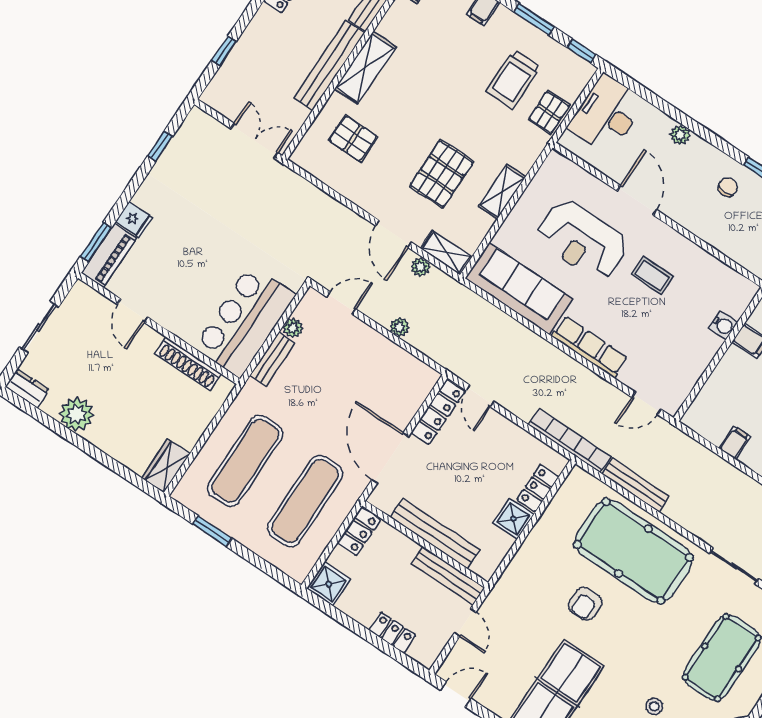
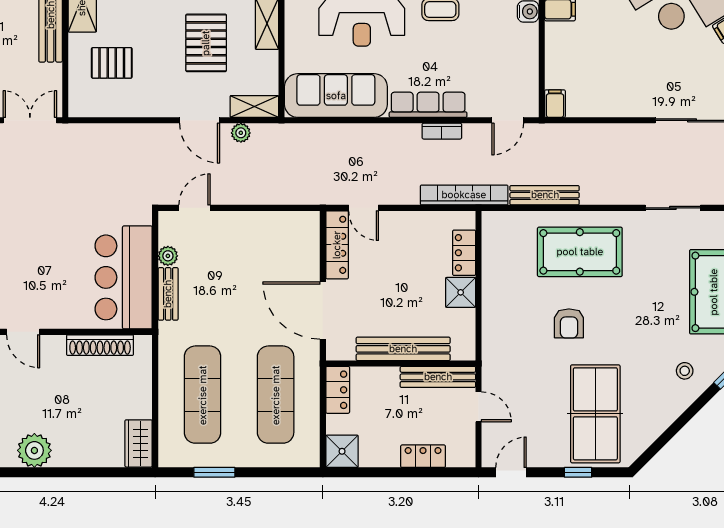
plant: (400, 327) -> (257, 195), removed
bookcase: (587, 376) -> (442, 131), added
filing cabinet: (735, 443) -> (555, 104), moved
pool table: (633, 551) -> (580, 252), width x0.73, depth x0.76

